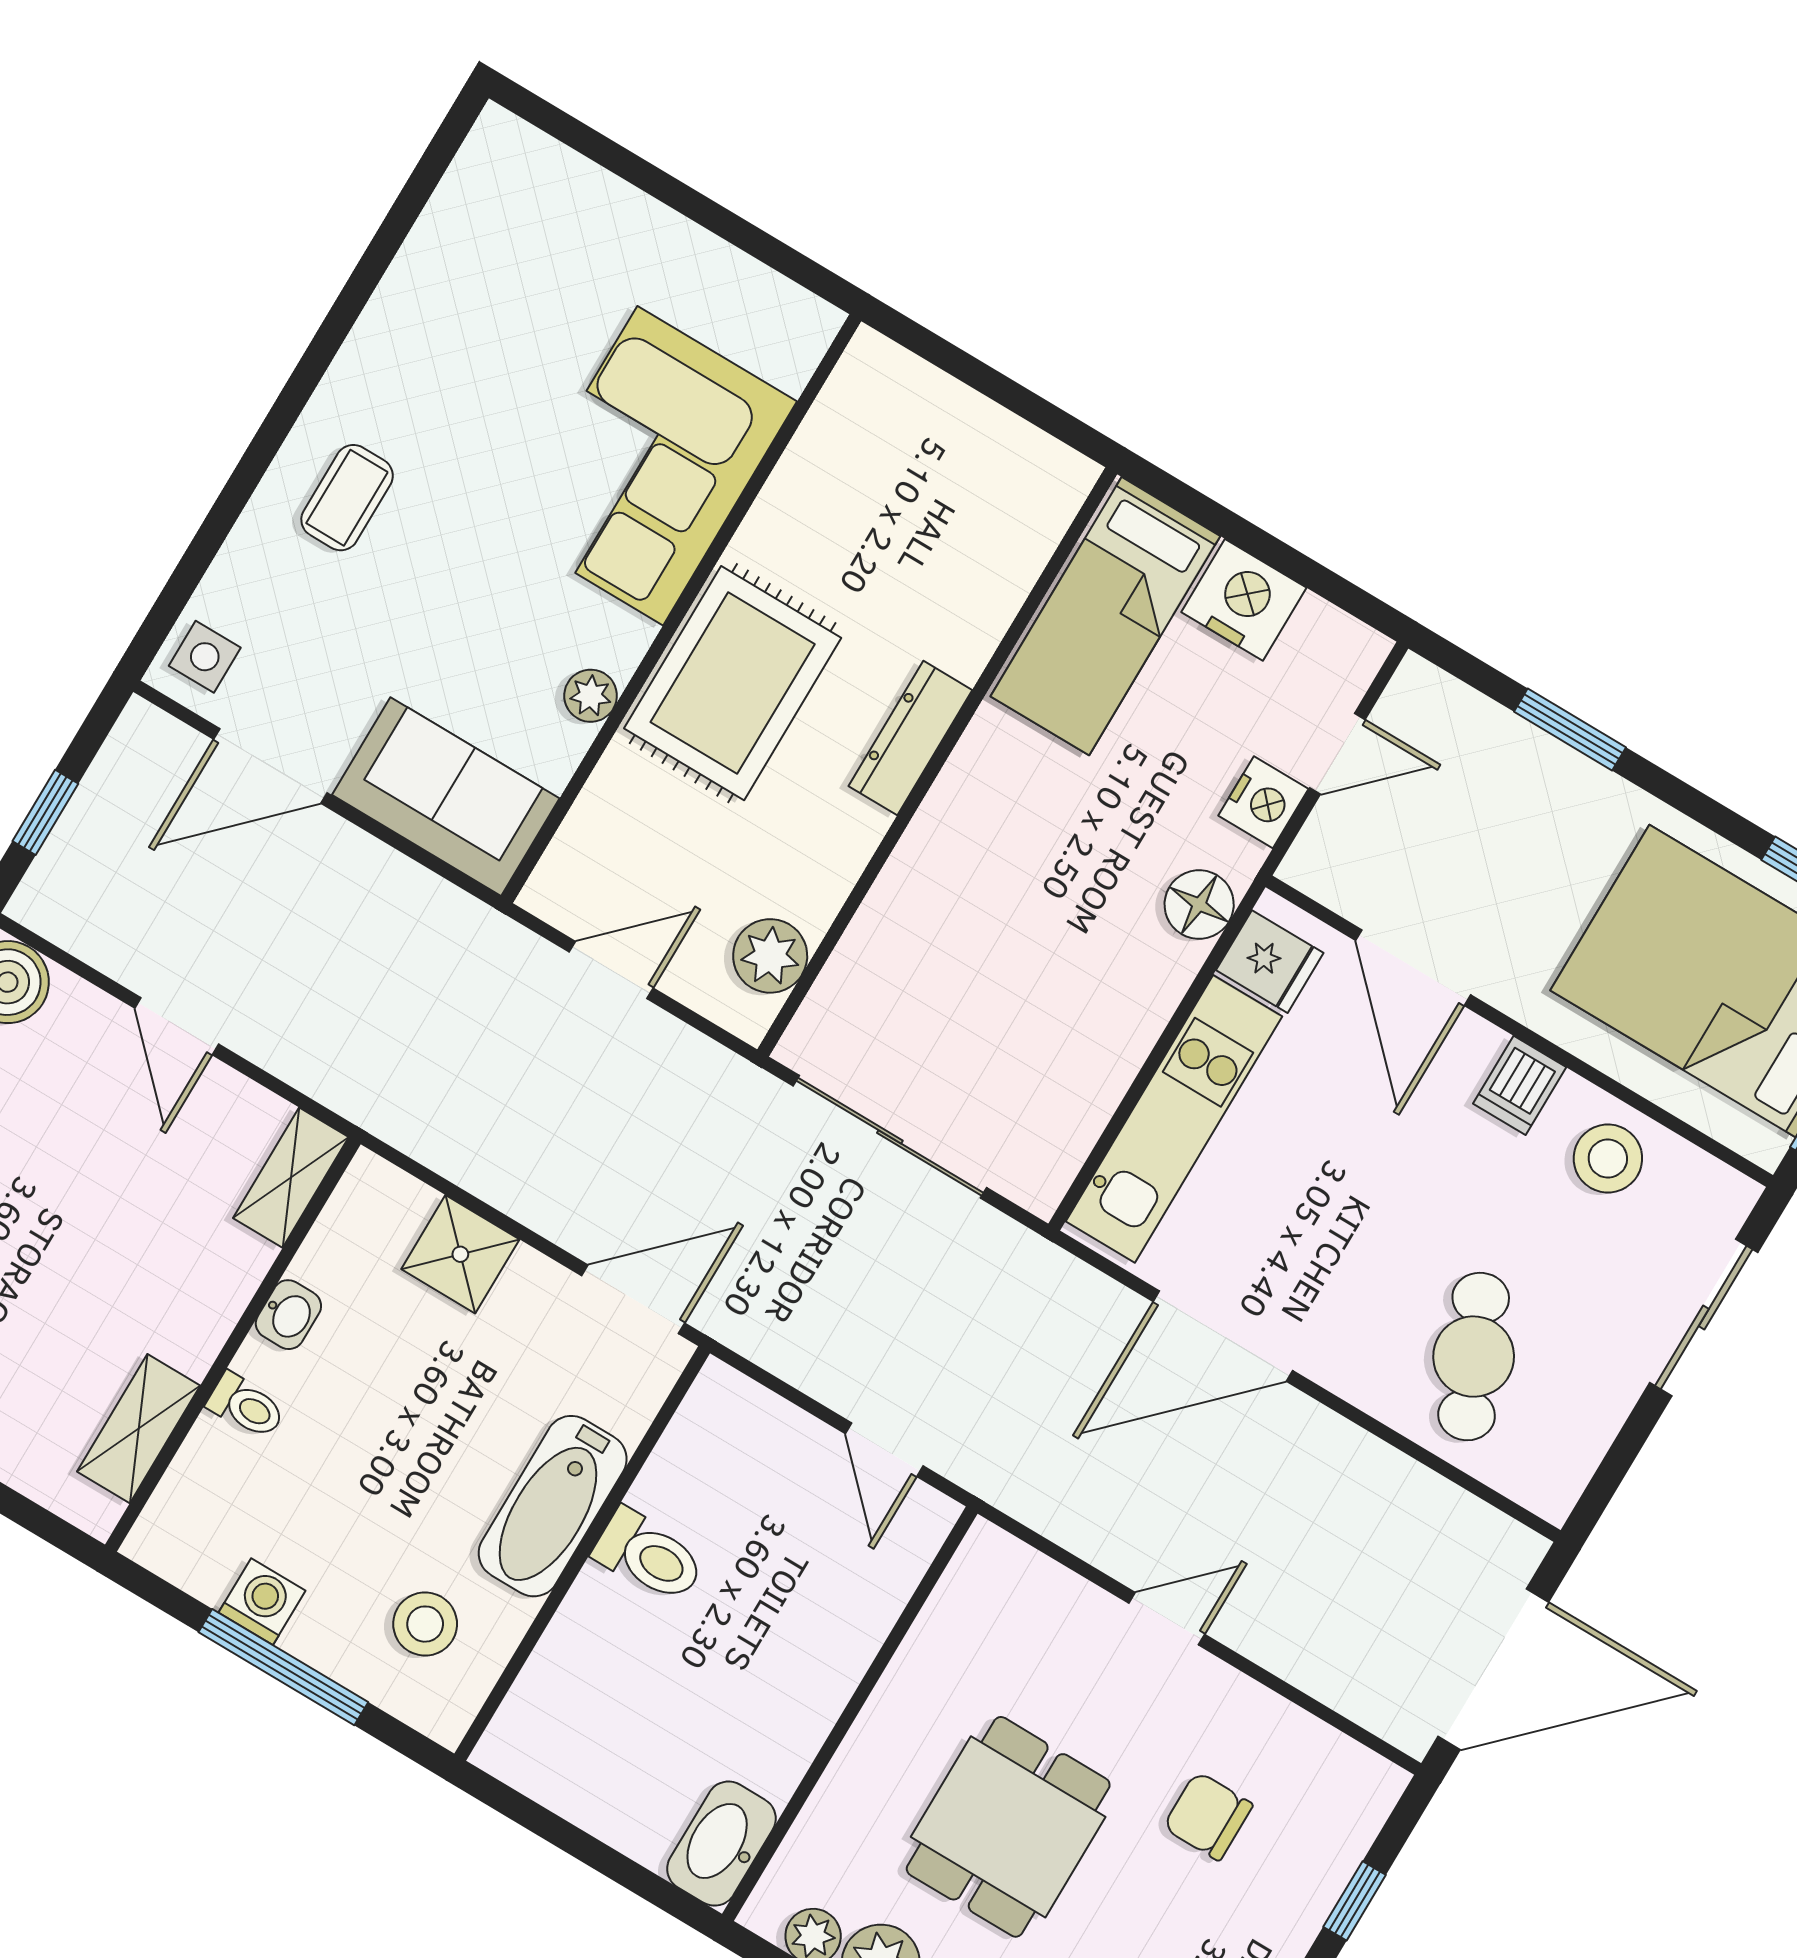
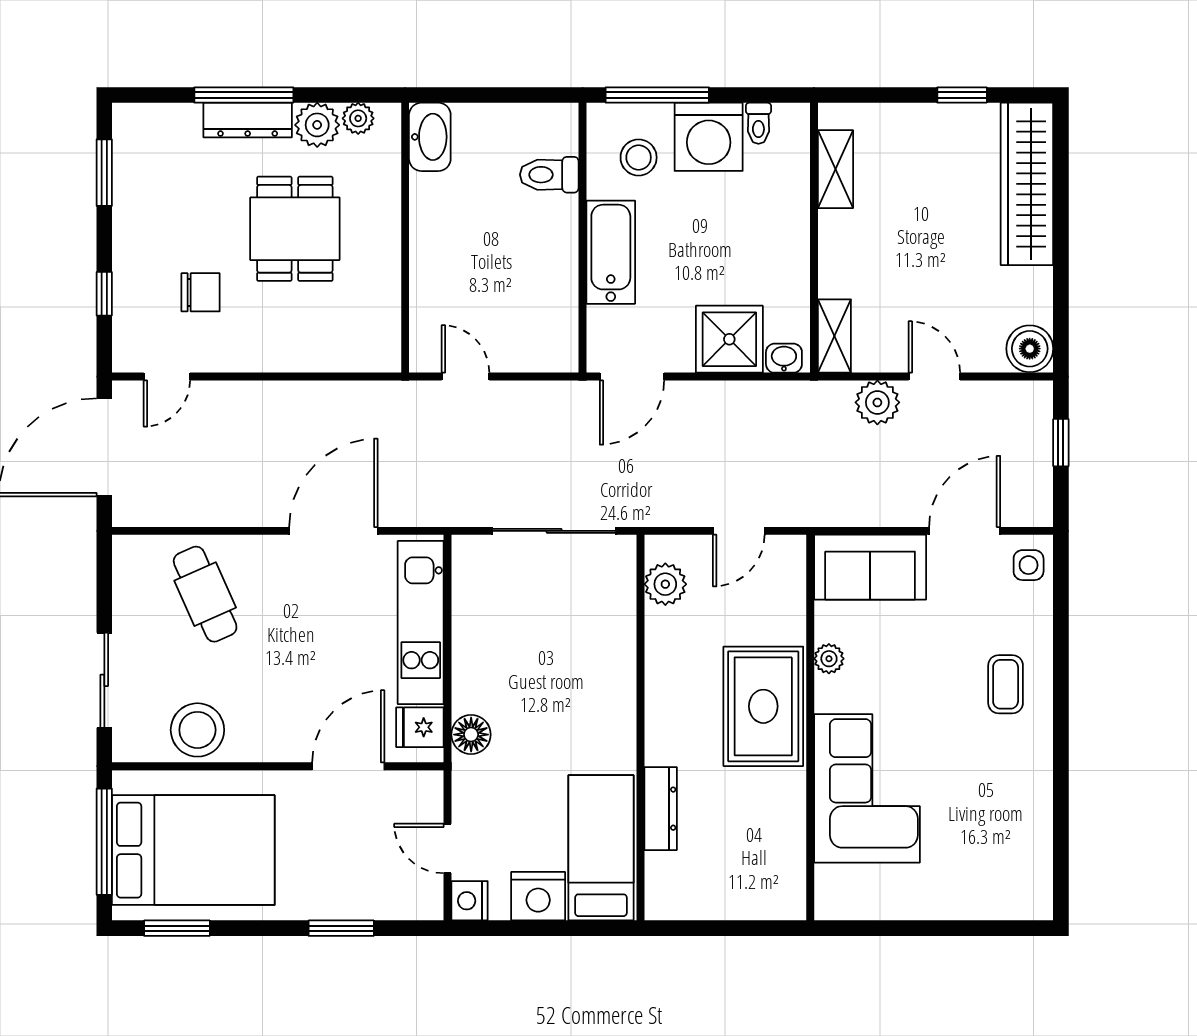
dresser: (910, 738) -> (661, 809), moved
door: (1337, 754) -> (448, 848), hinge flipped
nightstand: (1263, 802) -> (470, 901), moved
door: (1413, 968) -> (348, 766), hinge flipped
plant: (286, 1039) -> (877, 402), added
dishwasher: (1520, 1085) -> (262, 740), removed
stool: (1608, 1159) -> (197, 730), width x1.38, depth x1.38
shower: (460, 1254) -> (729, 339), width x1.36, depth x1.36
washbasin: (288, 1315) -> (784, 358), moved, turned 90
toilet: (246, 1406) -> (758, 123), moved, turned -90
toilet: (649, 1556) -> (549, 175), moved
washing machine: (262, 1602) -> (709, 137), width x1.89, depth x1.89
door: (1167, 1619) -> (167, 377), moved
window: (283, 1667) -> (657, 95), moved

